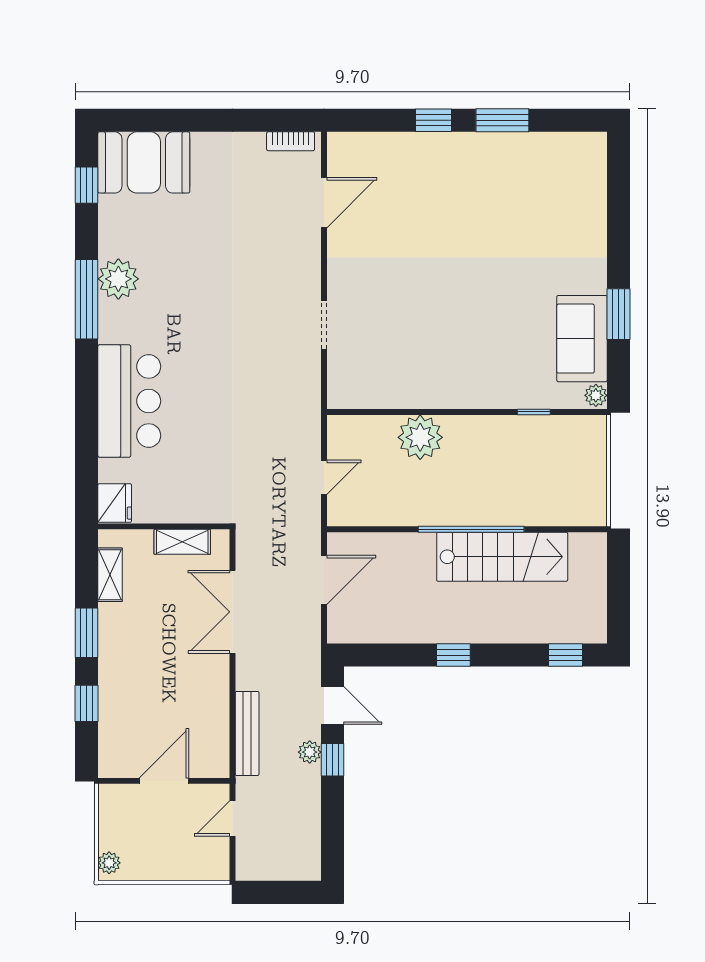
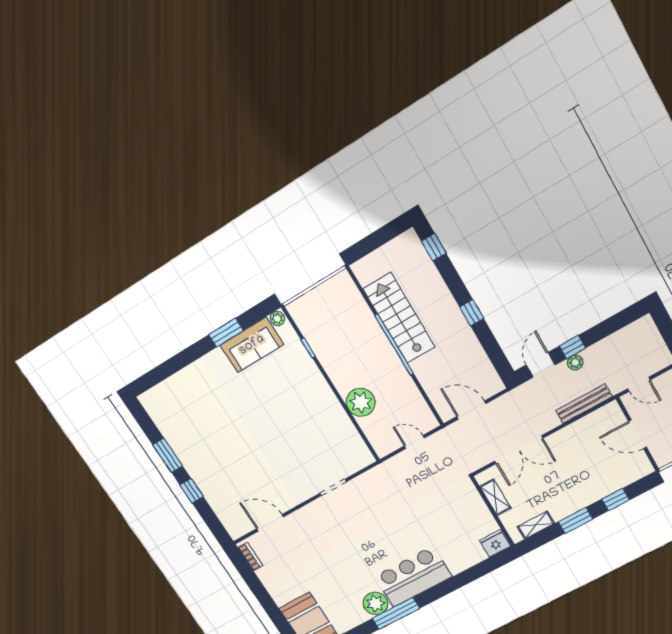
bar counter: (129, 401) -> (413, 577), moved

